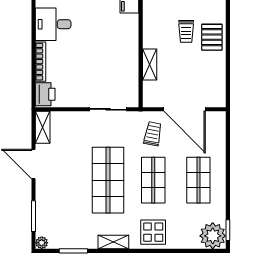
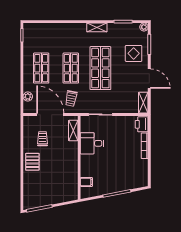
desk: (53, 24) -> (92, 143), moved, turned 180
trolley: (186, 31) -> (43, 139), moved
shelving: (150, 65) -> (73, 130), moved
display table: (153, 232) -> (134, 53), moved
plant: (213, 236) -> (28, 97), moved, width x0.53, depth x0.53

